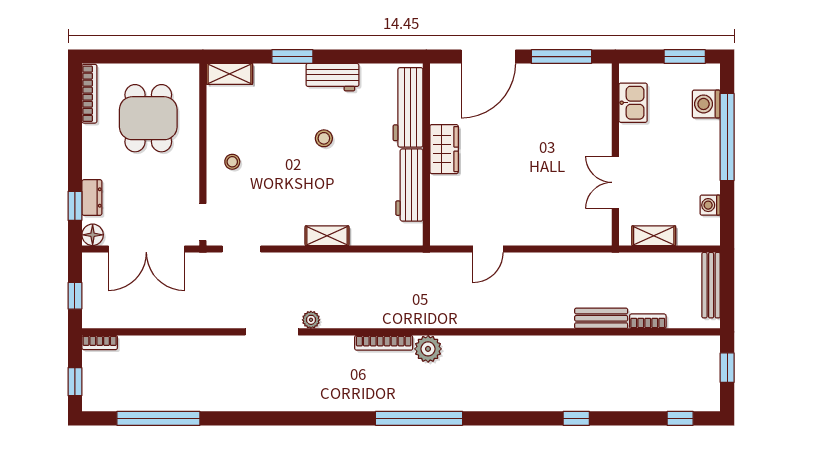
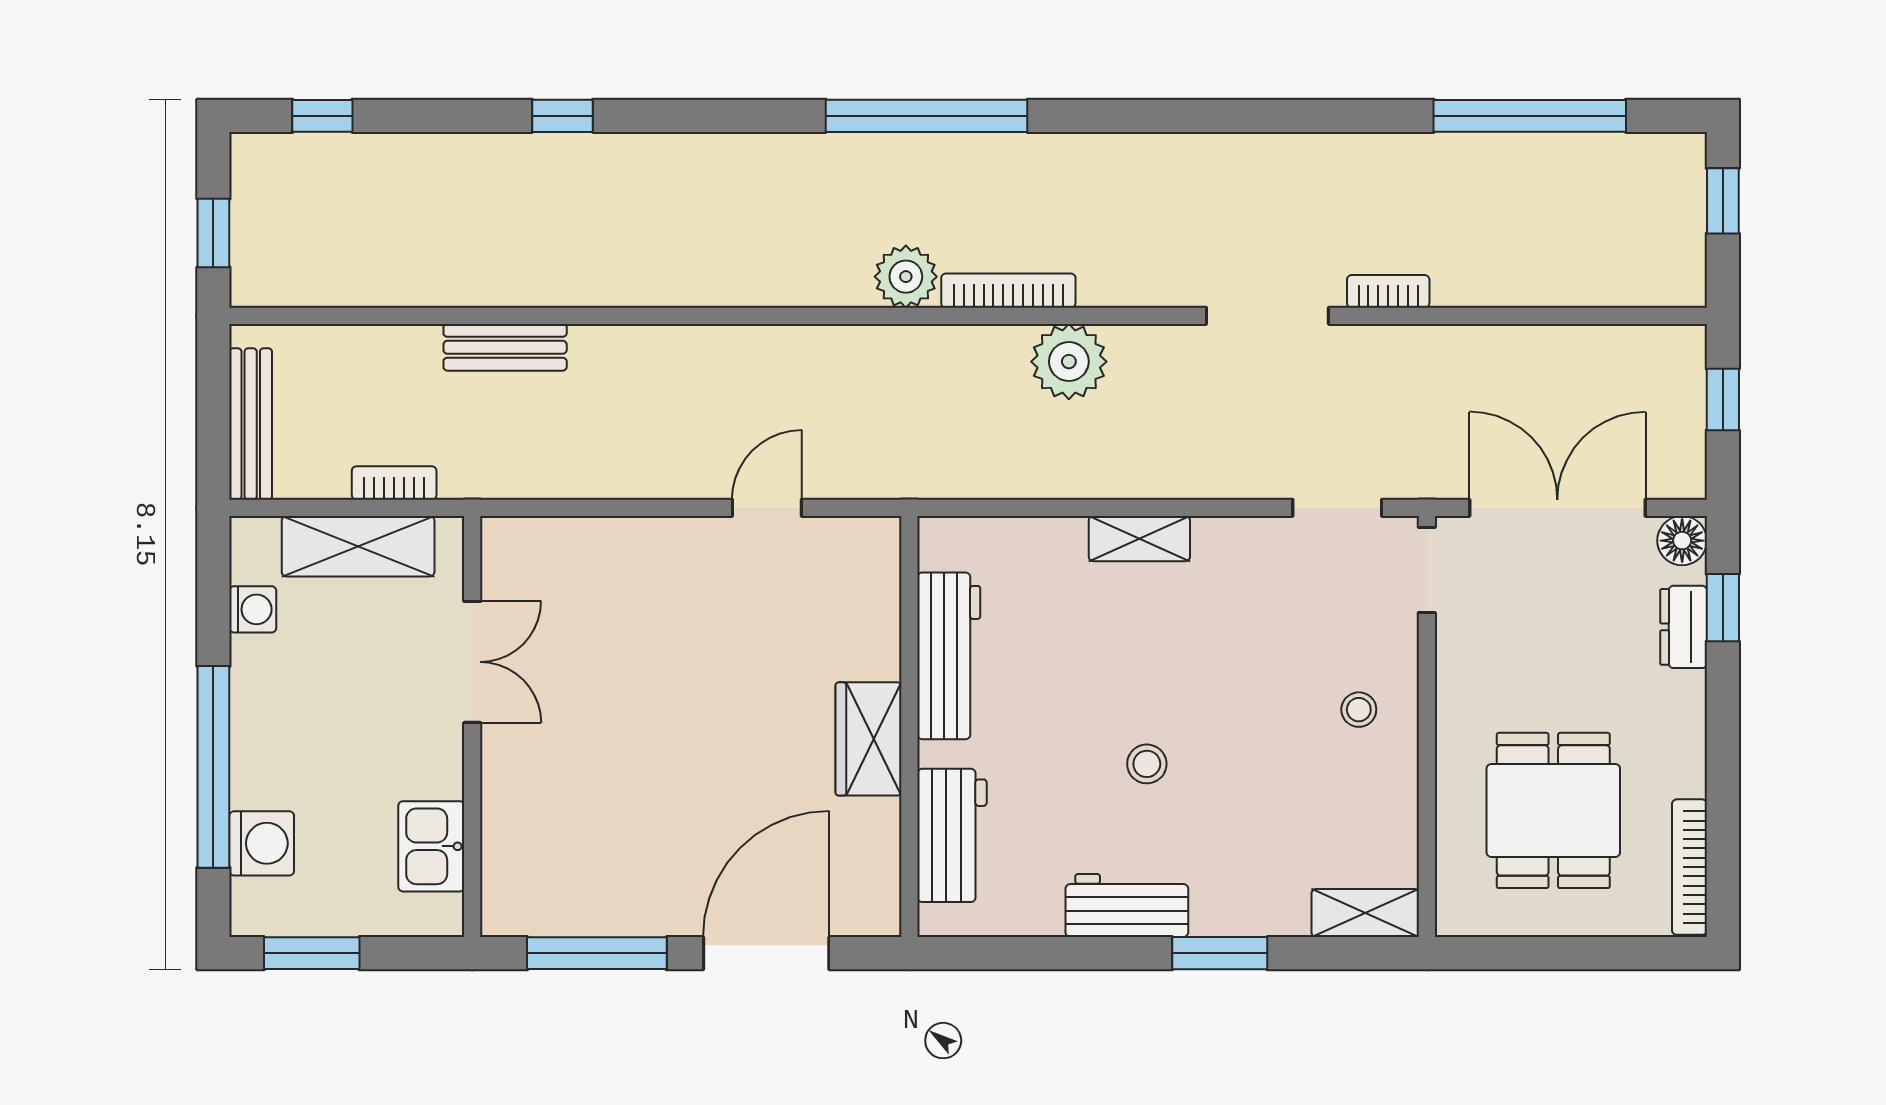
workbench: (408, 107) -> (952, 835), width x0.73
shelving: (654, 236) -> (358, 546), width x1.50, depth x1.33
plant: (311, 320) -> (1069, 362), moved, width x1.87, depth x1.87
bookcase: (648, 321) -> (394, 483), moved, turned 180
bookcase: (100, 343) -> (1388, 291), moved

